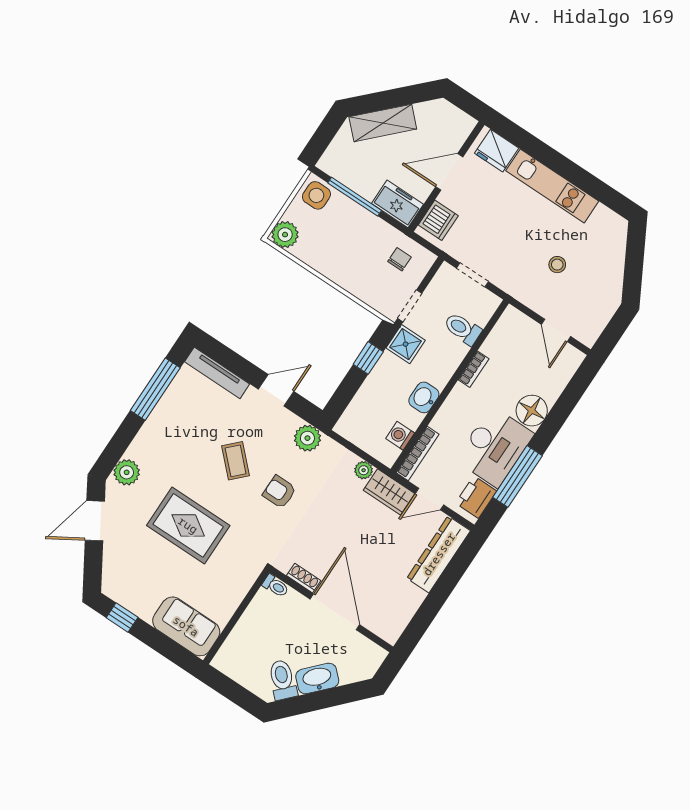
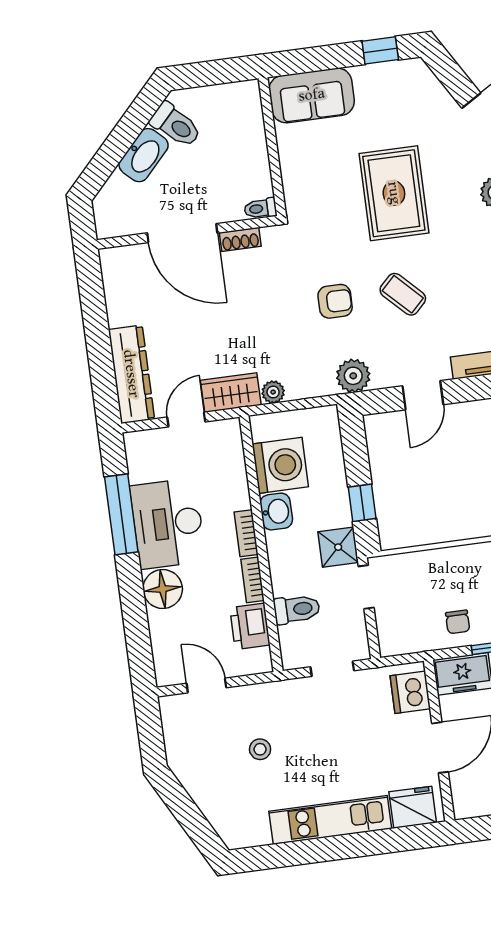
chair: (399, 259) -> (458, 622), moved
washing machine: (400, 436) -> (280, 465), width x1.89, depth x1.89
bookcase: (418, 454) -> (246, 533), moved, width x0.64
printer: (476, 497) -> (250, 626), moved, turned 180
rug: (188, 525) -> (394, 193), turned 90

